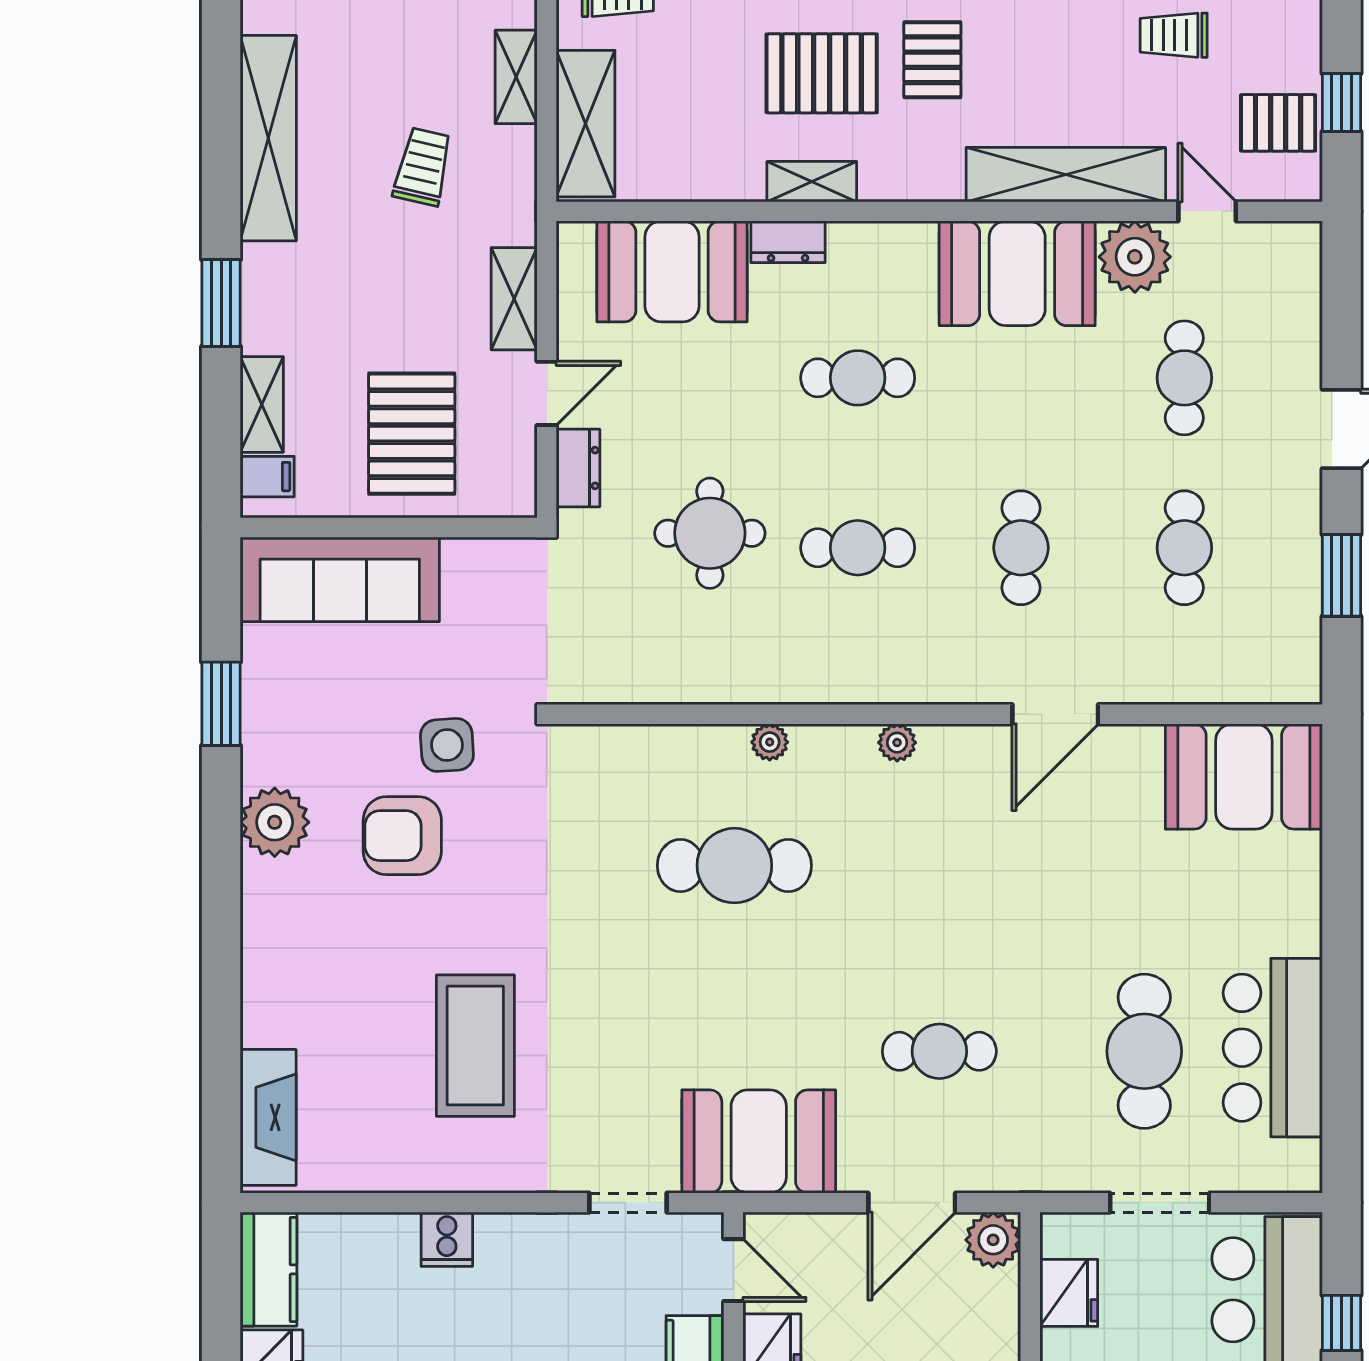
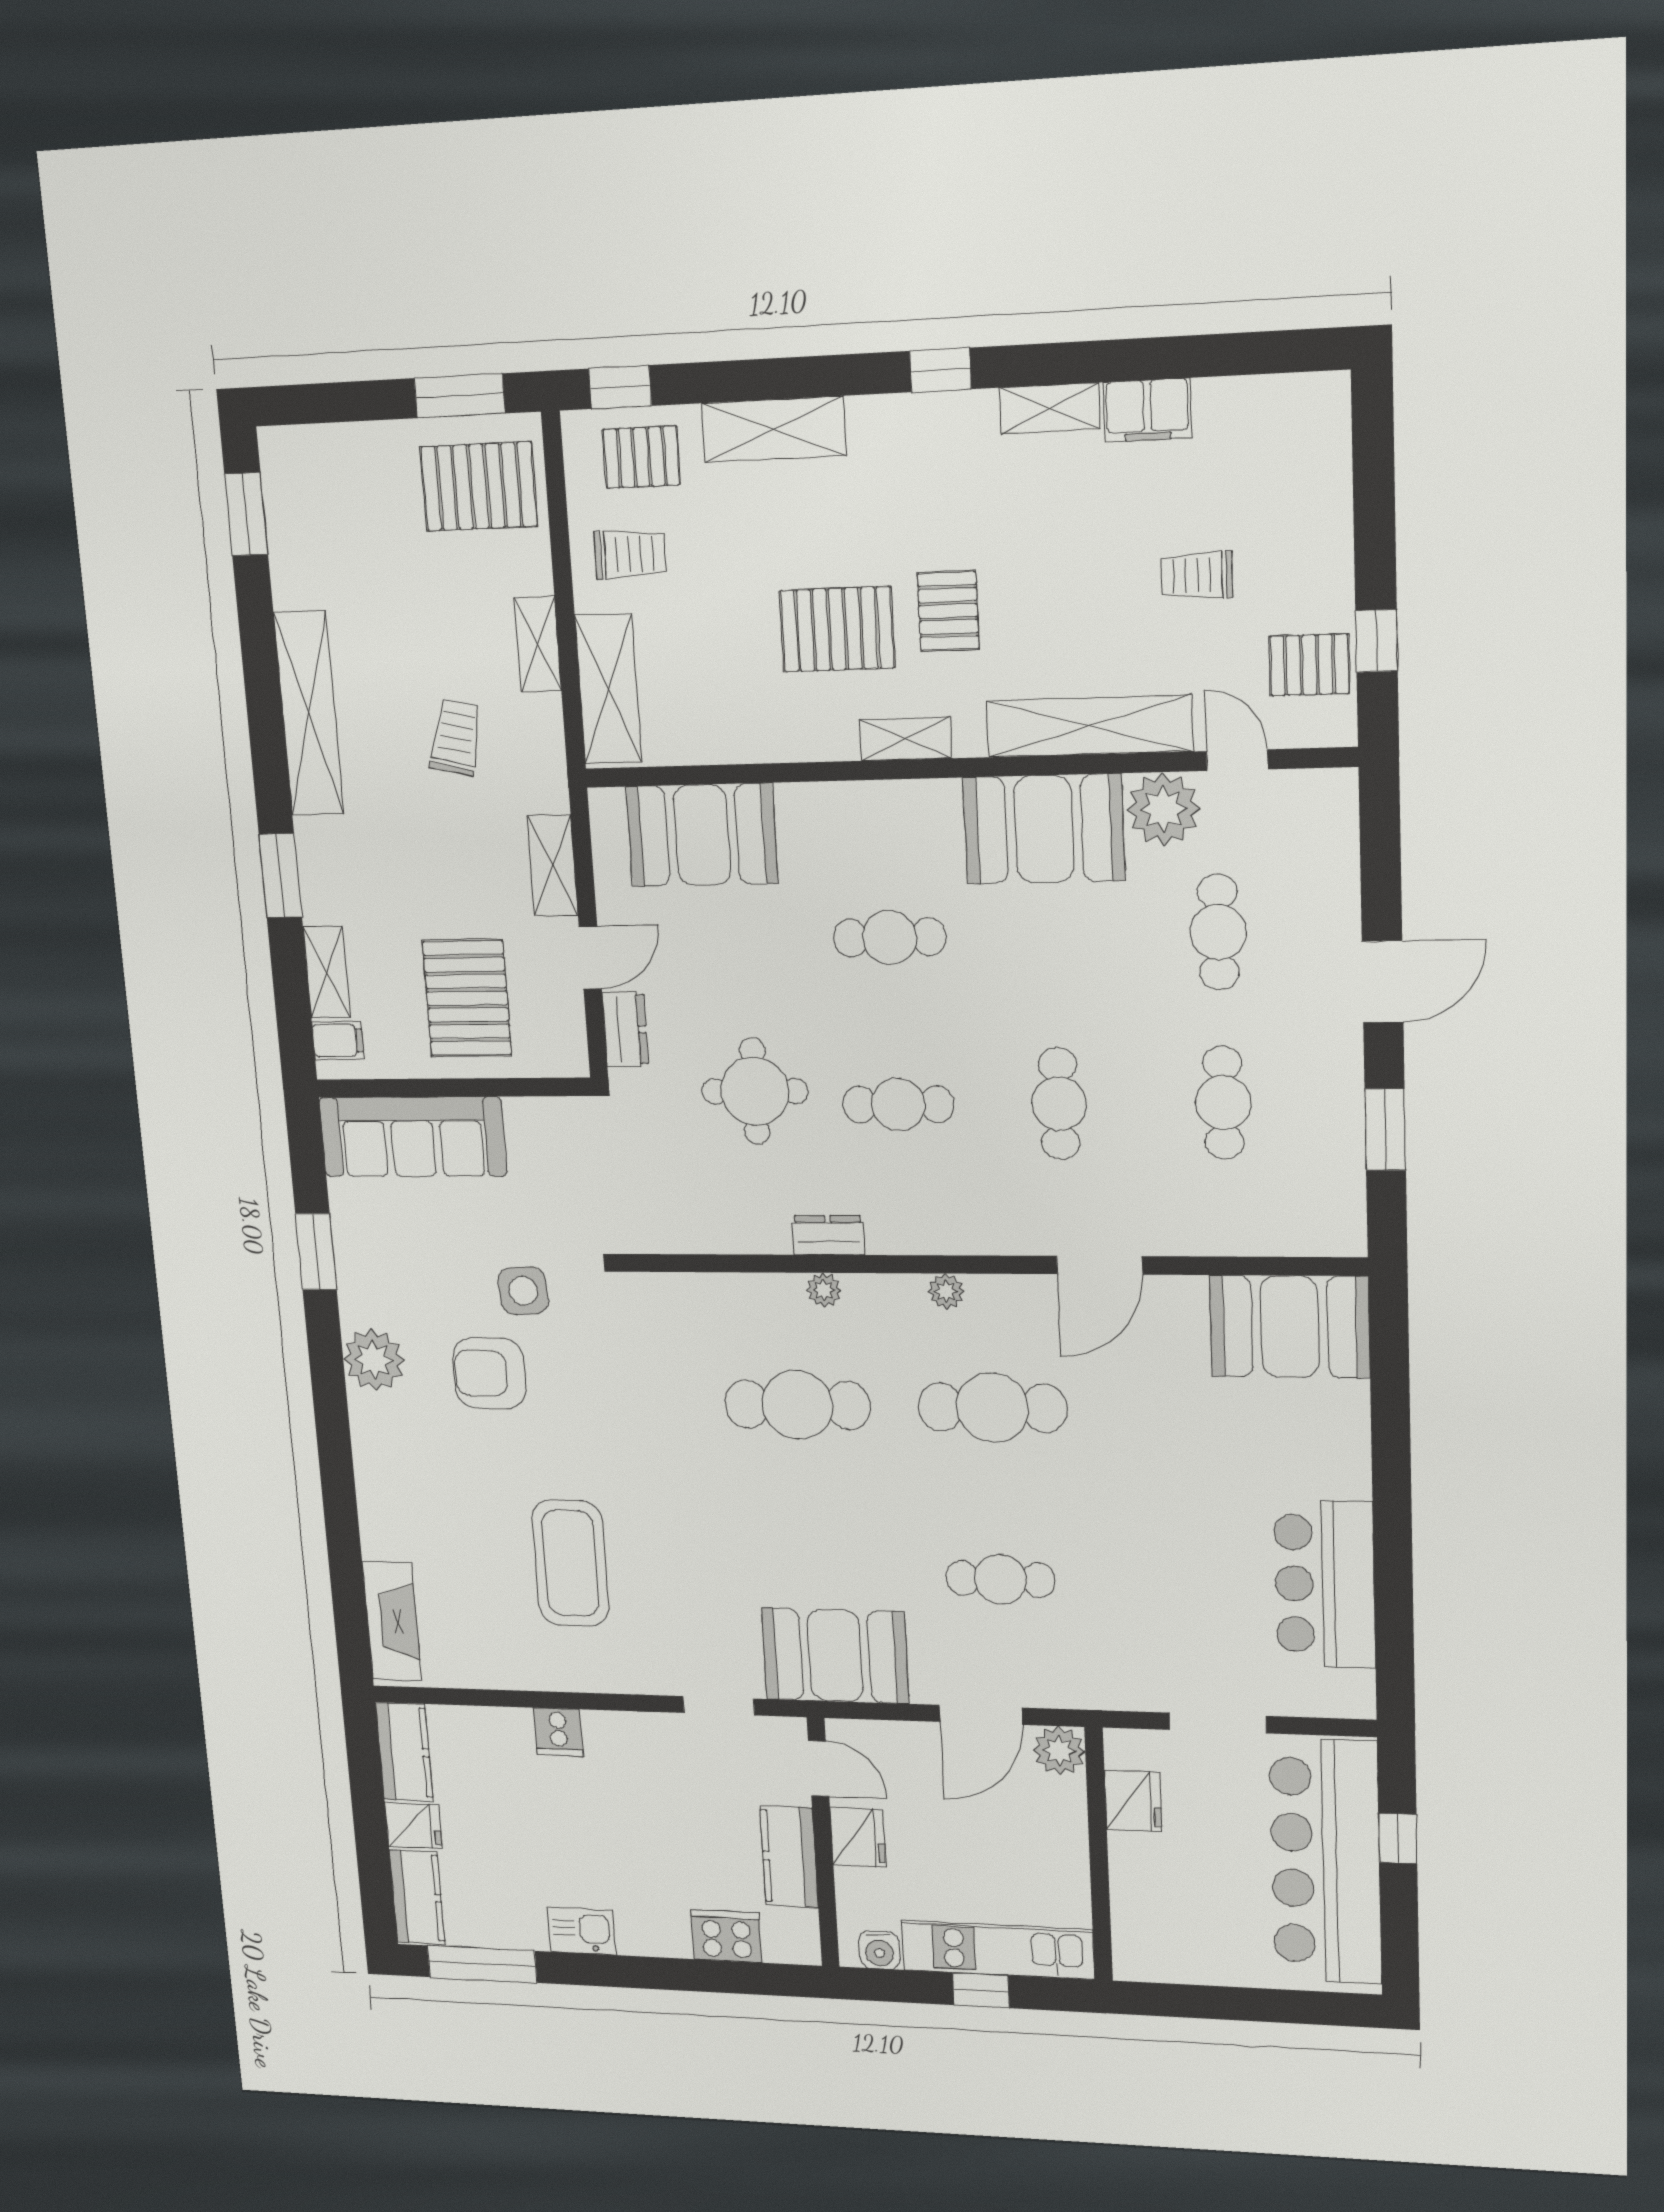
shelving: (812, 182) -> (906, 739), moved
dresser: (788, 242) -> (828, 1235), moved, turned 180
cafe table: (1144, 1051) -> (992, 1408), moved, turned 90

